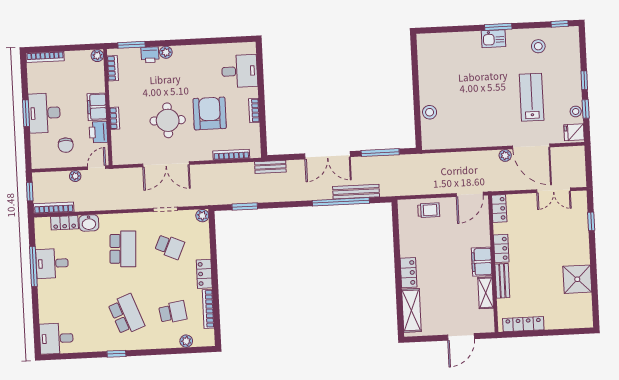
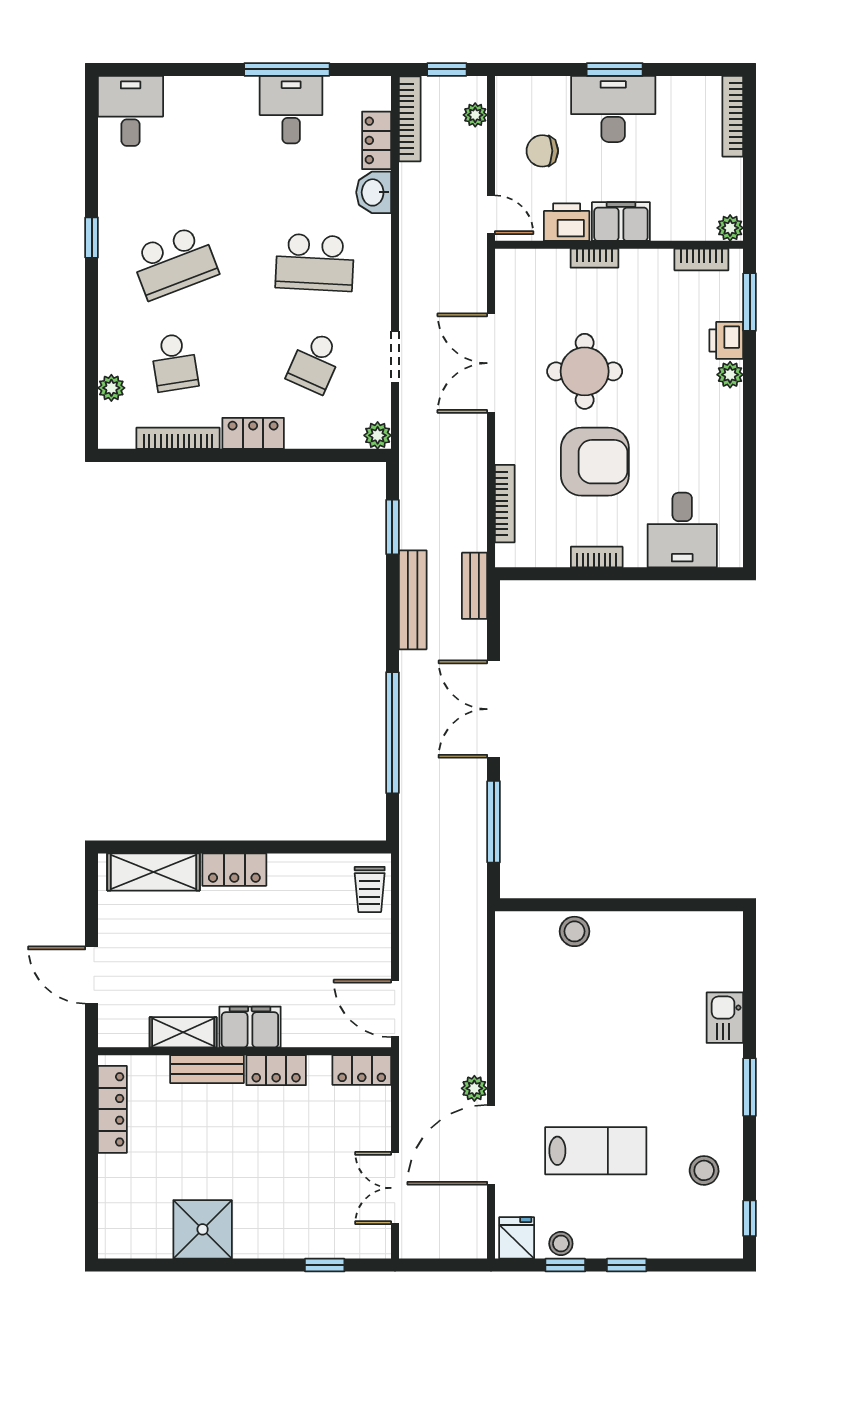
kitchen sink: (493, 39) -> (725, 1018), moved
plant: (75, 176) -> (475, 115), moved
bench: (356, 192) -> (413, 600), moved
trolley: (429, 210) -> (370, 889), moved

